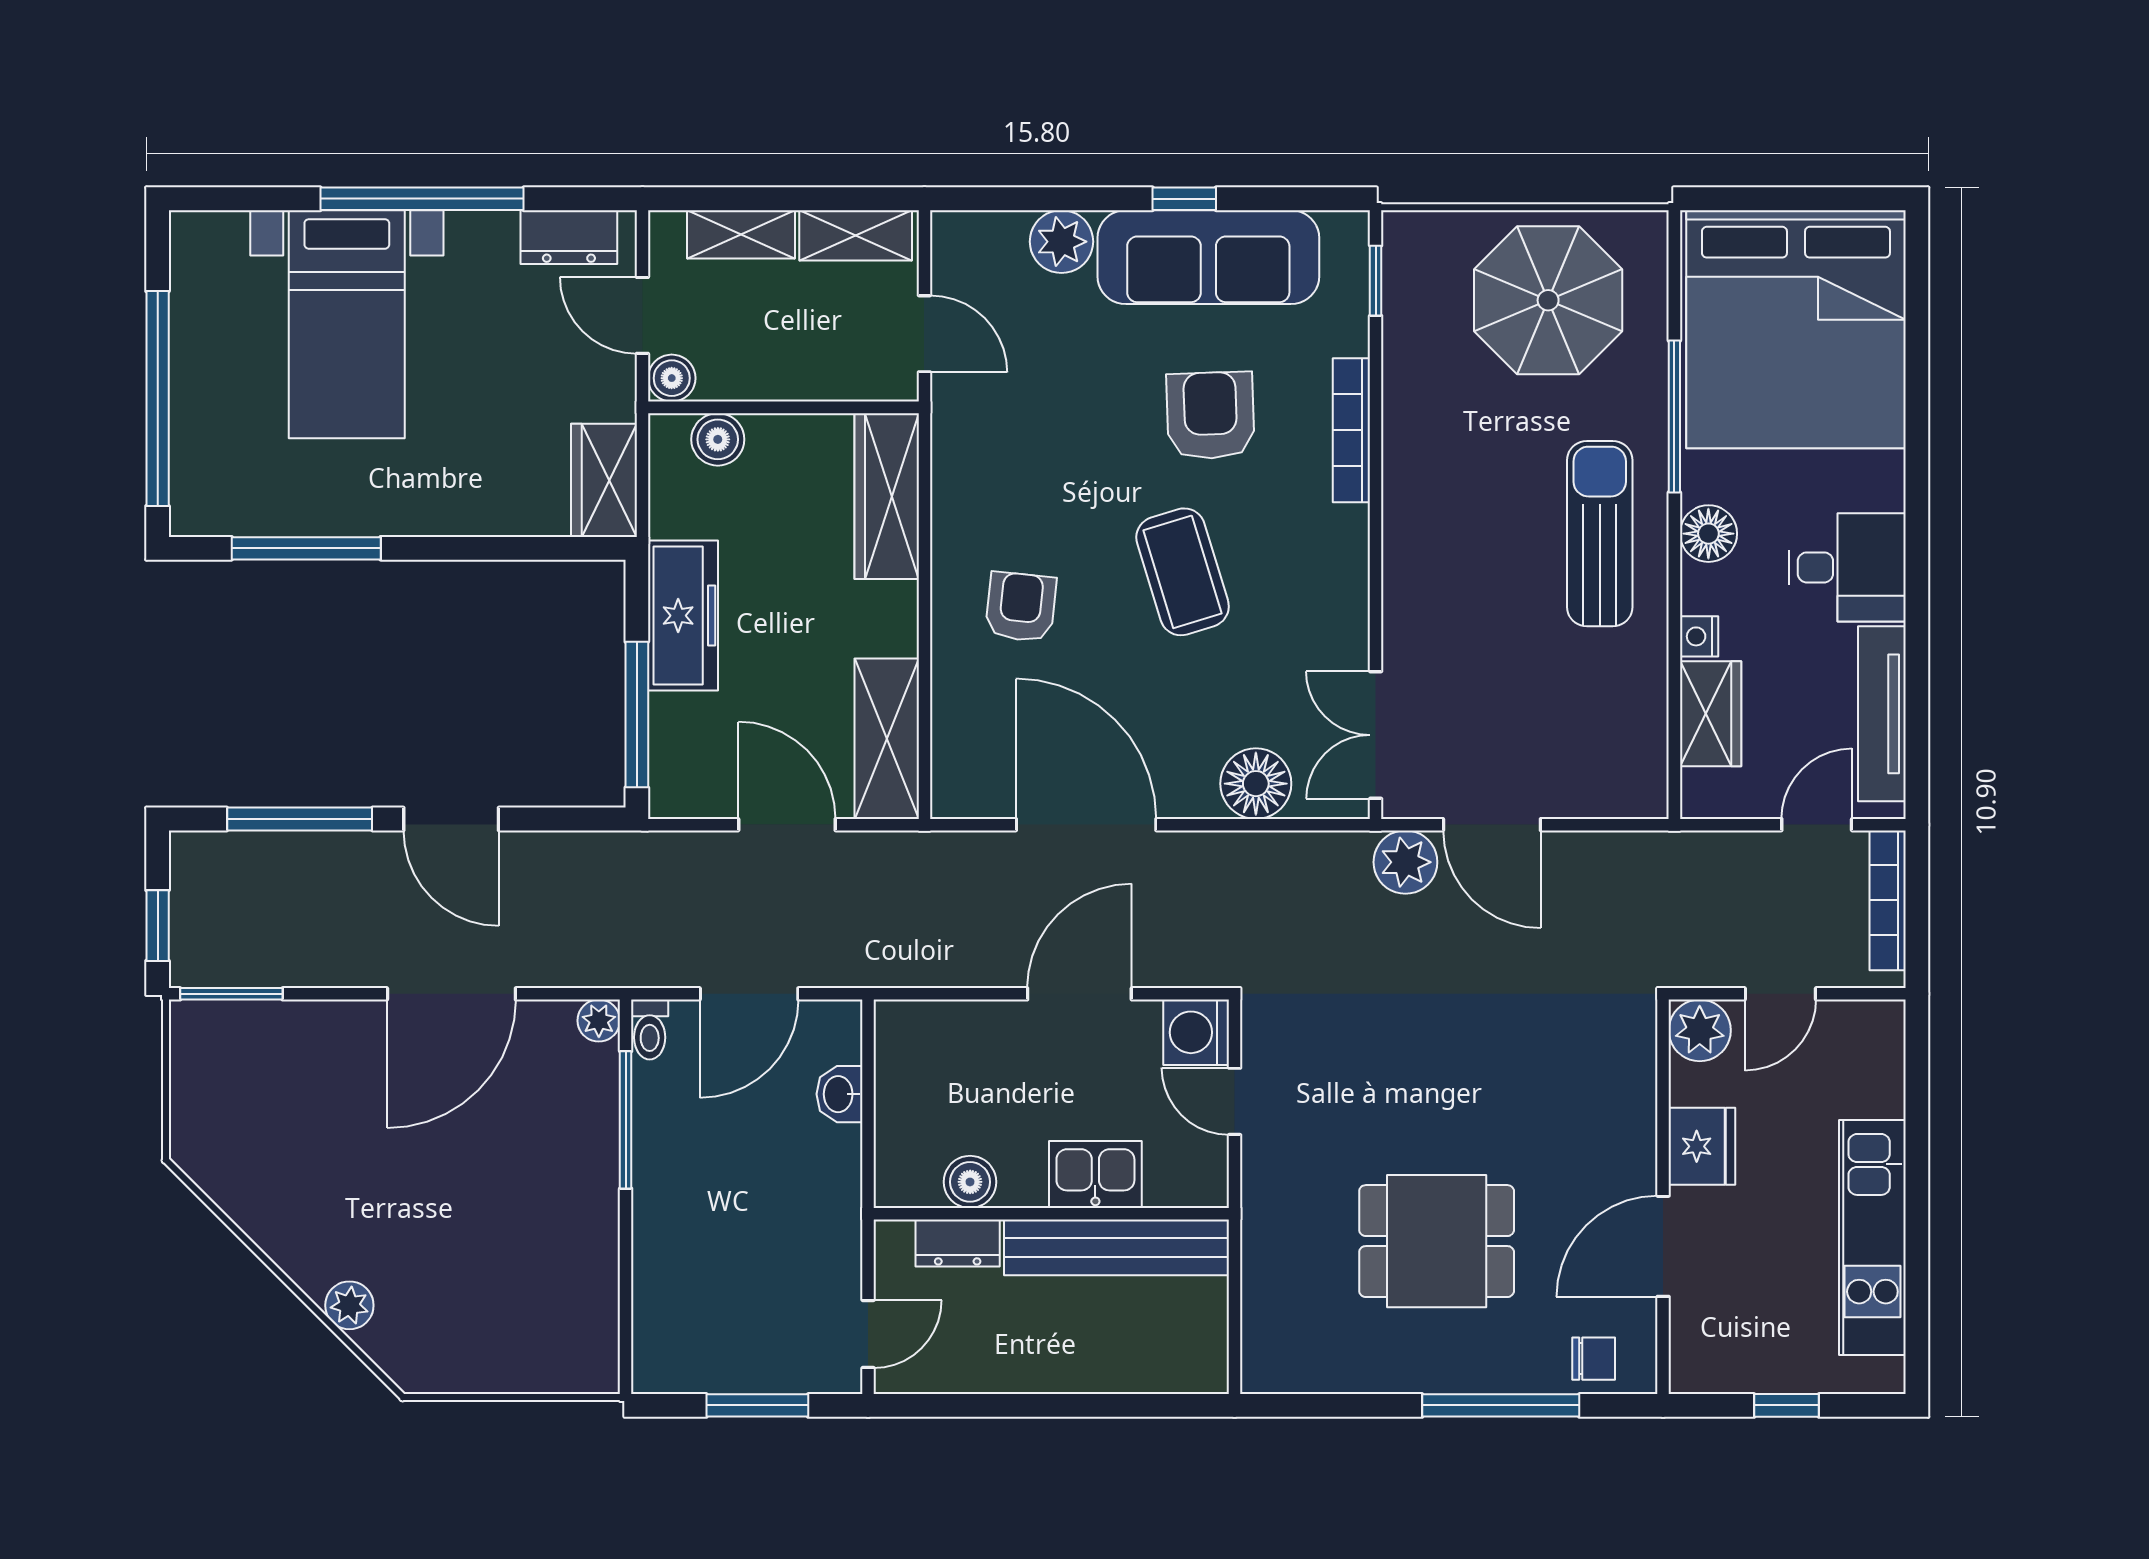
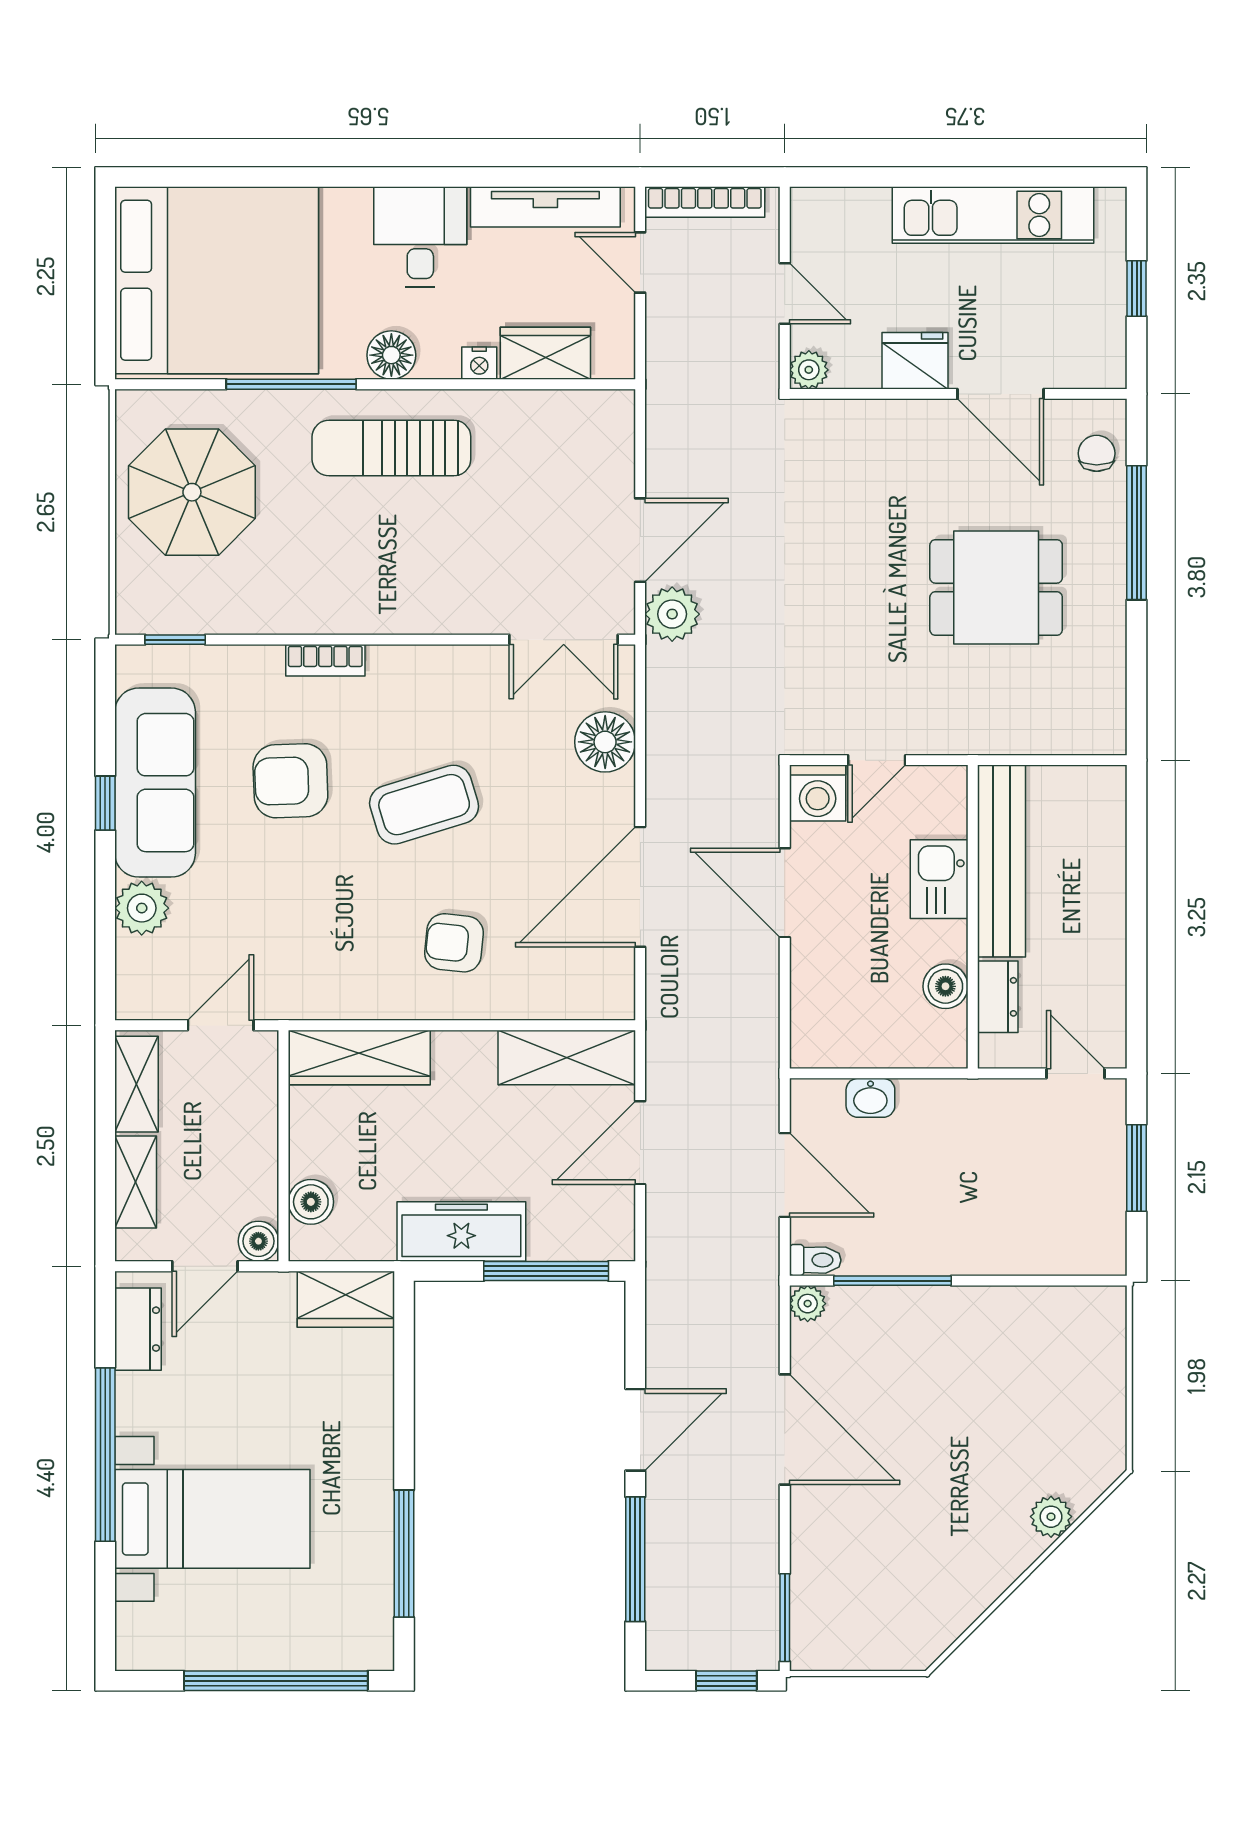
bookcase: (1351, 430) -> (325, 660), width x0.64
plant: (1700, 1030) -> (809, 370), width x0.73, depth x0.73
dining table: (1437, 1241) -> (996, 587), turned 90

